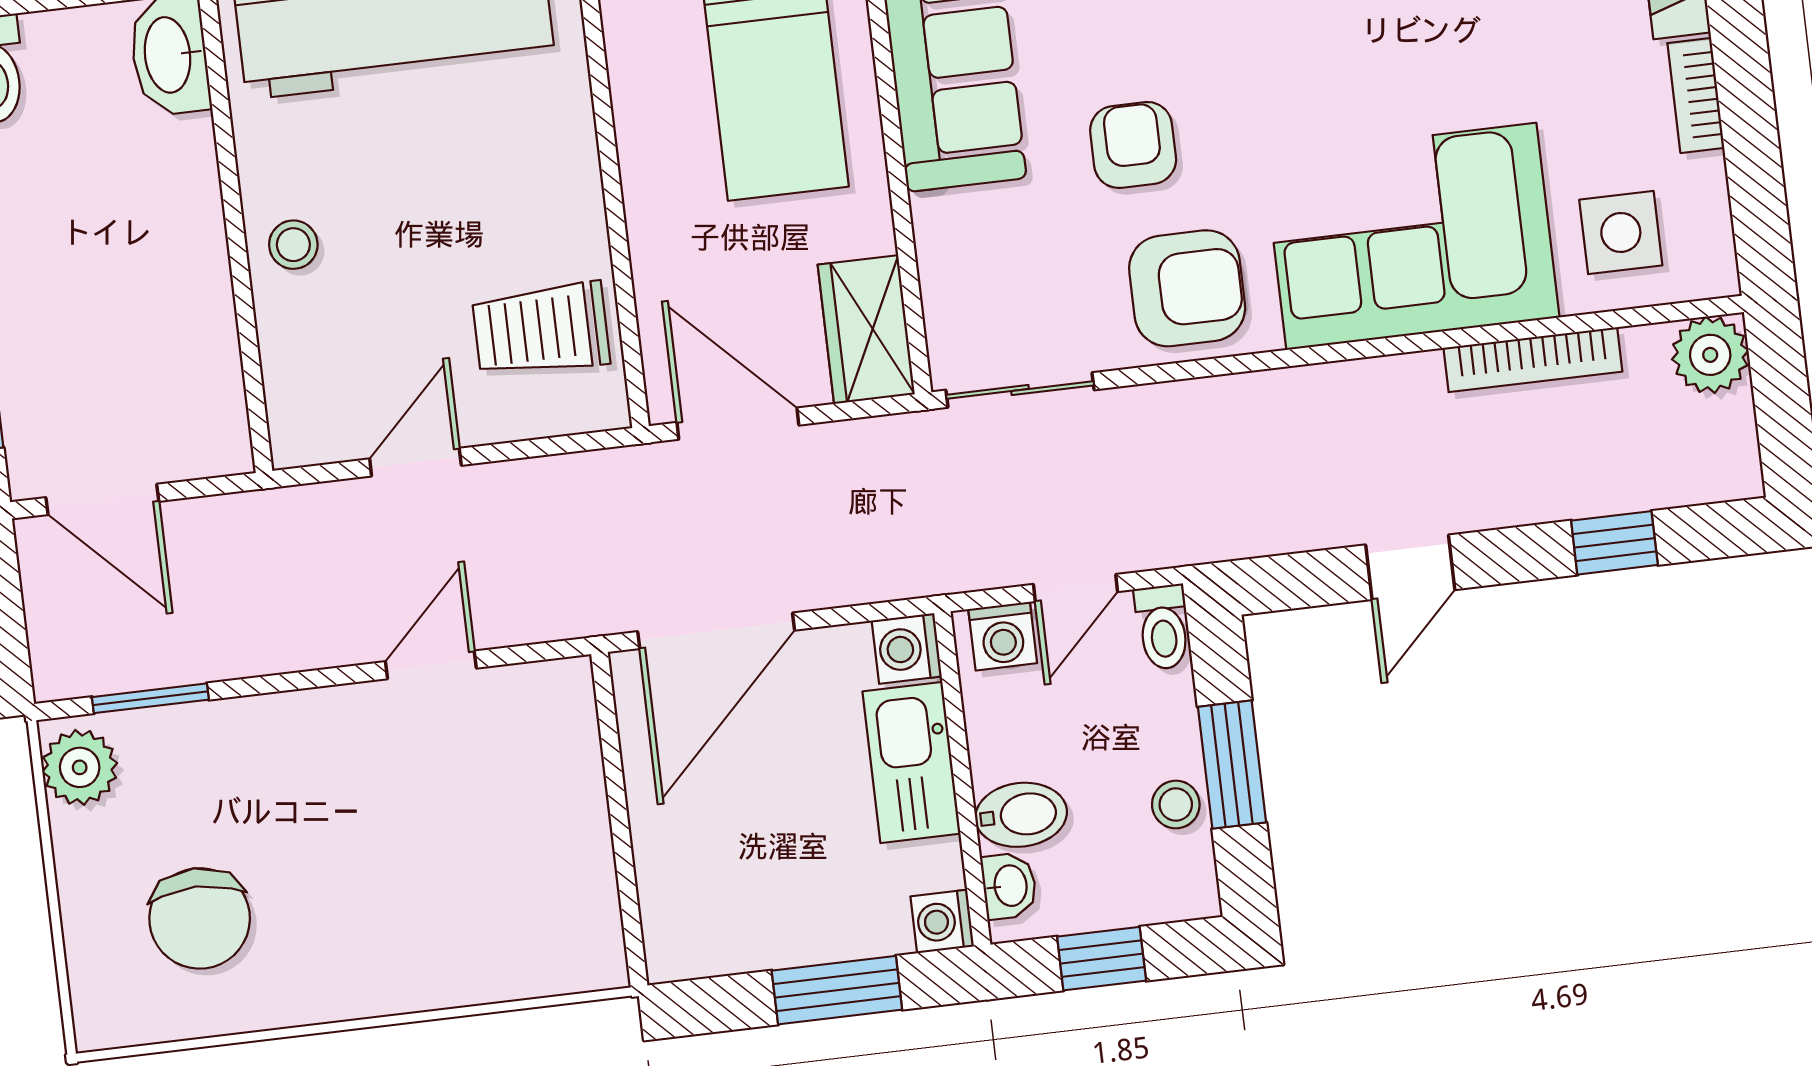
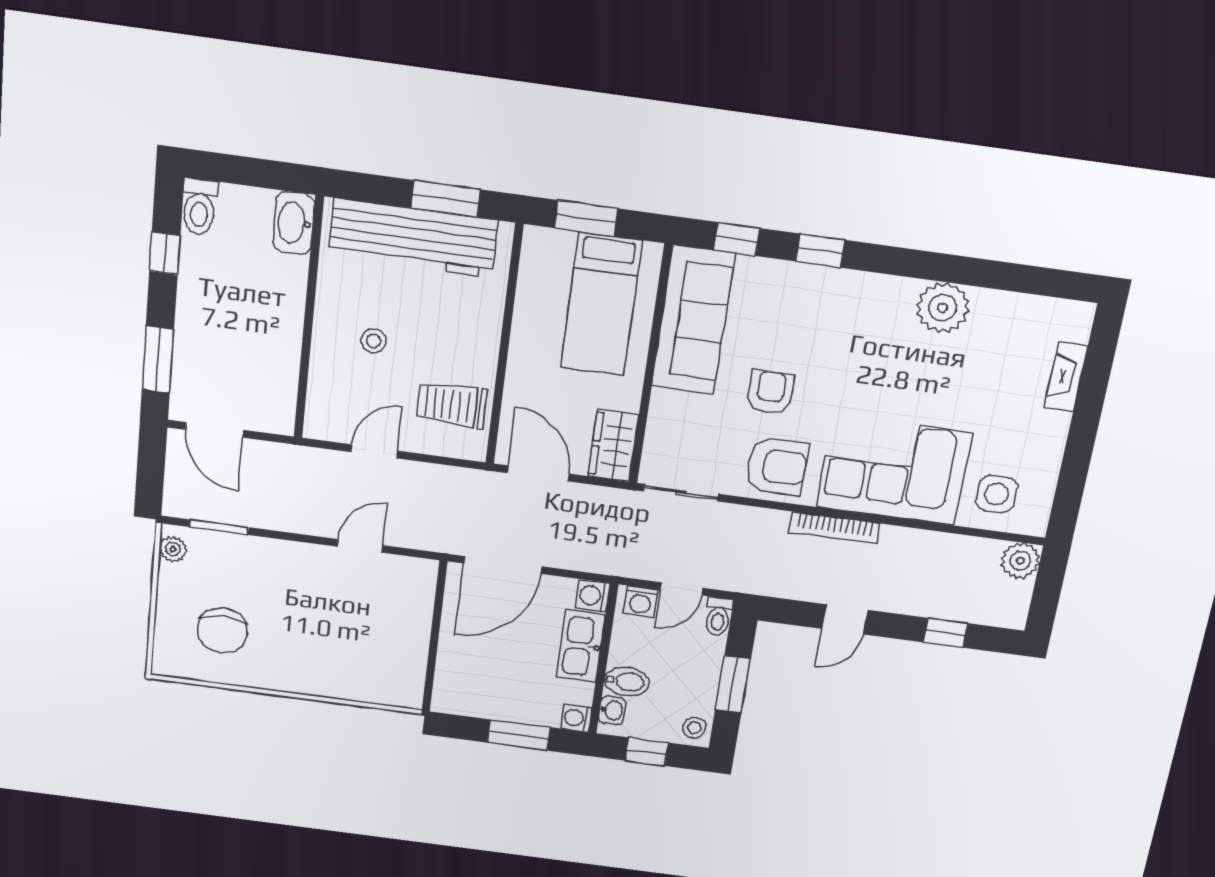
bookcase: (1696, 95) -> (1055, 440), removed
stool: (293, 245) -> (374, 341), moved
bookcase: (1533, 360) -> (834, 528), moved
plant: (80, 767) -> (173, 549), width x0.73, depth x0.73
stool: (1176, 805) -> (694, 728), moved

